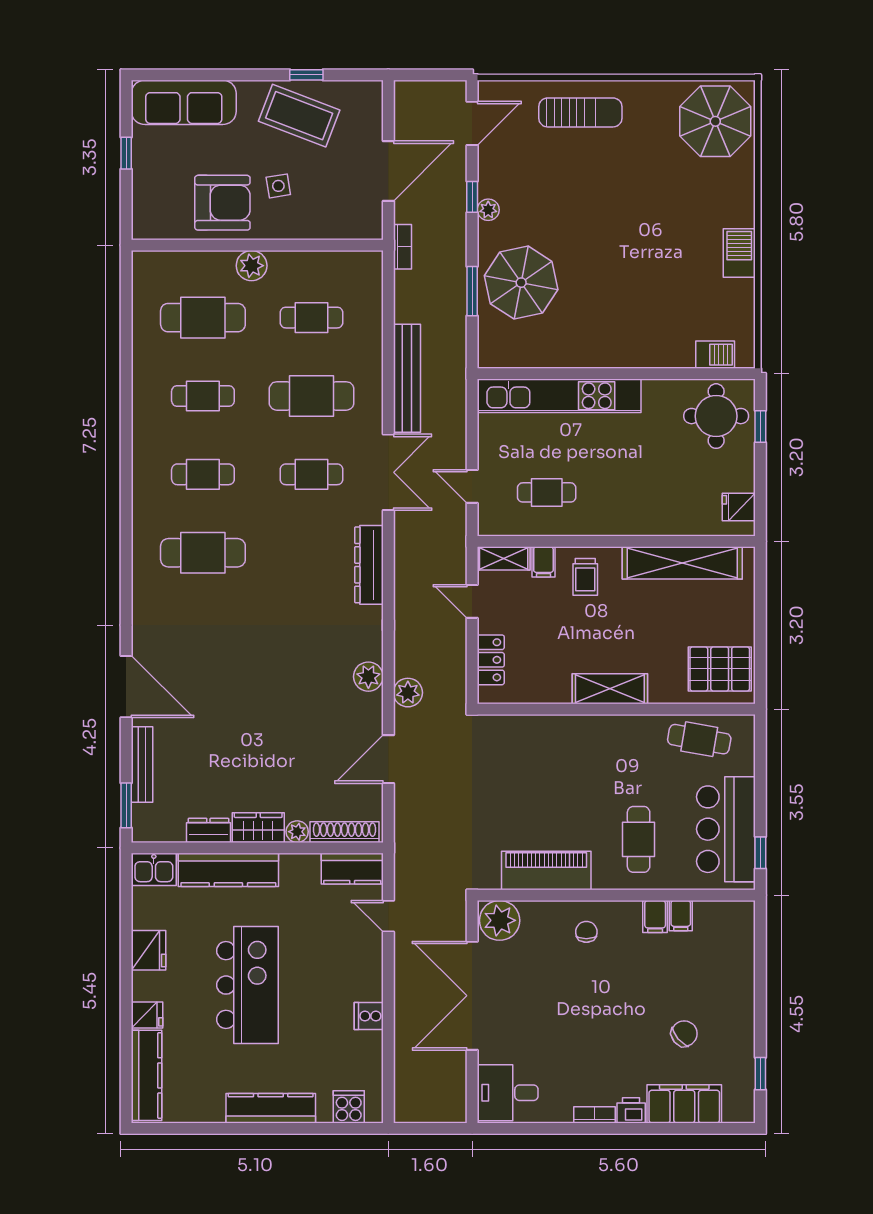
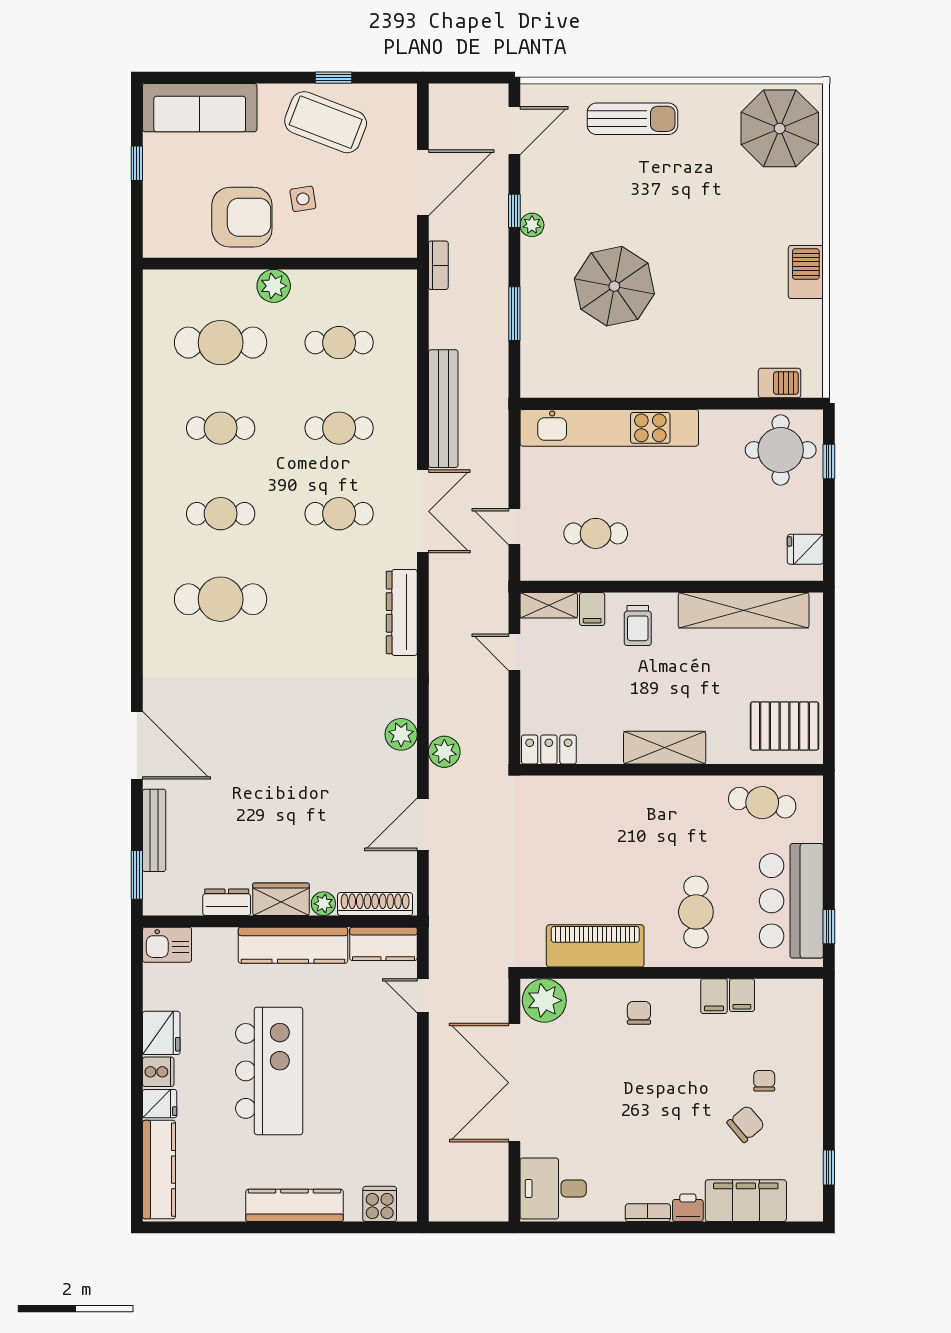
parasol: (521, 283) -> (614, 286), moved
cafe table: (312, 396) -> (339, 428), width x0.73, depth x0.74
locker: (491, 660) -> (549, 749), moved, turned -90
kitchen counter: (228, 870) -> (293, 945), moved
chair: (701, 994) -> (764, 1081), added
cooker: (369, 1016) -> (158, 1072), moved, turned 180

